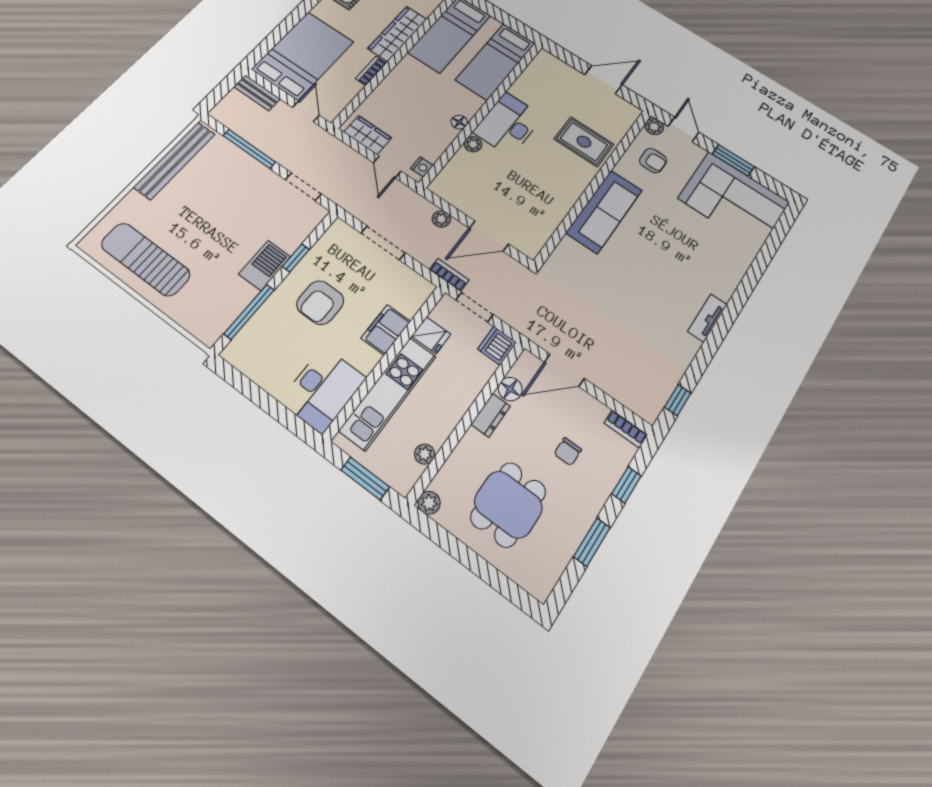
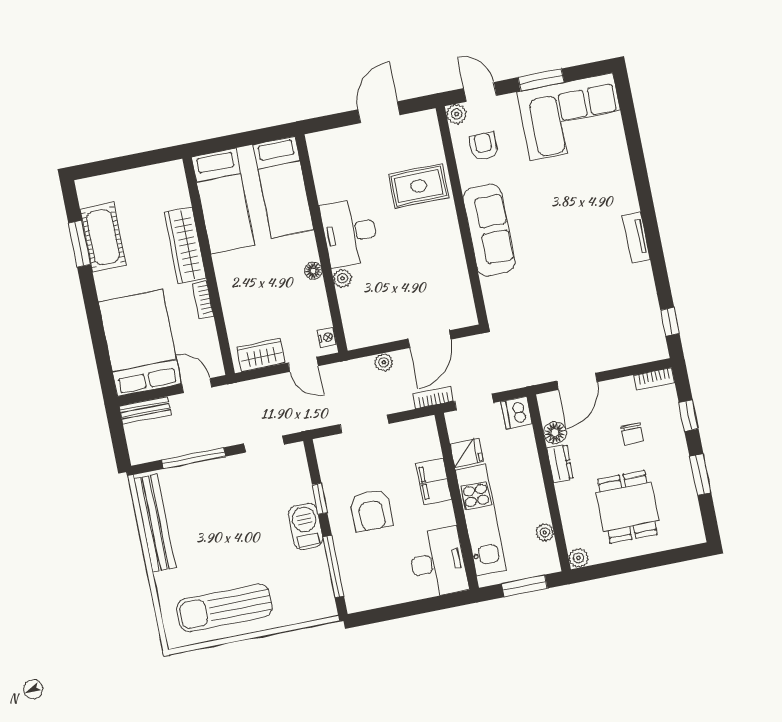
armchair: (653, 161) -> (484, 146), turned -90

